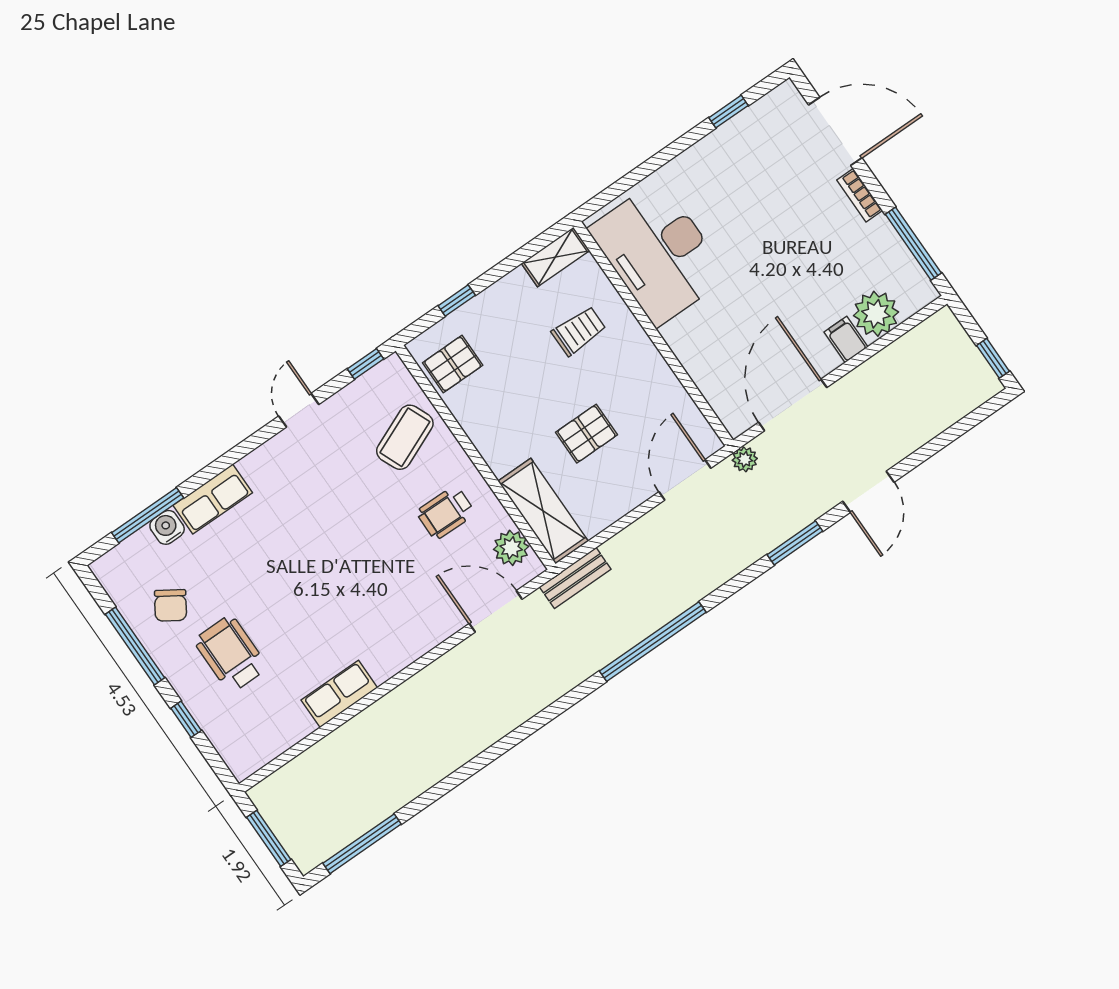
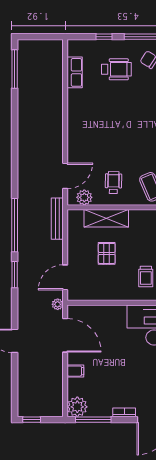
plant: (876, 314) -> (77, 407), moved
door: (685, 480) -> (65, 277), swing flipped
shelving: (543, 511) -> (106, 218), moved
window: (795, 543) -> (15, 275), moved
bench: (575, 578) -> (57, 219), width x1.36
row of seats: (339, 694) -> (75, 72), moved
window: (269, 838) -> (40, 37), removed

